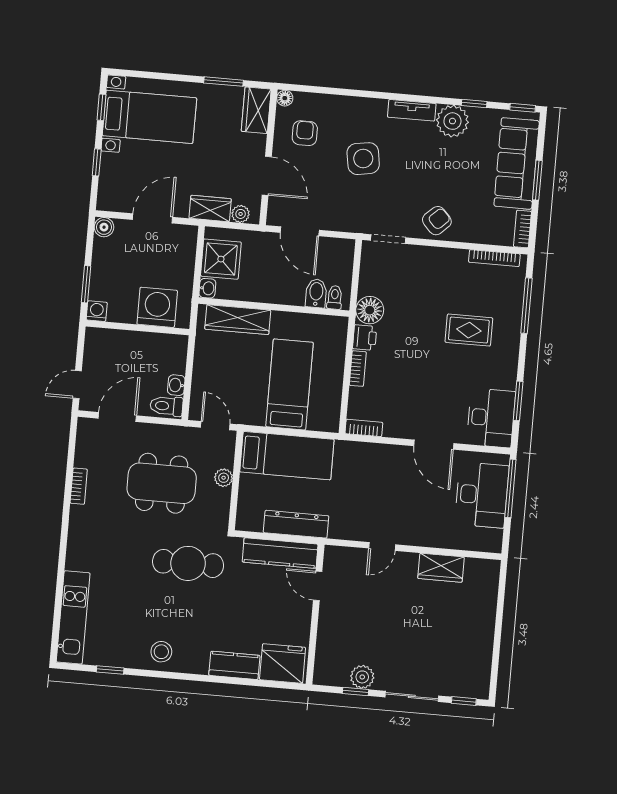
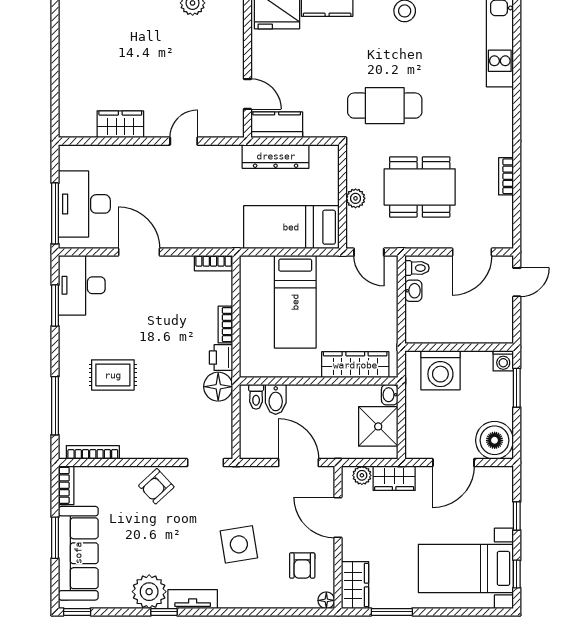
window: (474, 103) -> (164, 612), moved
boiler: (104, 227) -> (495, 440), width x1.86, depth x1.86
toilet: (167, 406) -> (417, 268), width x0.73, depth x0.72
kitchen counter: (280, 553) -> (277, 125), width x0.67

